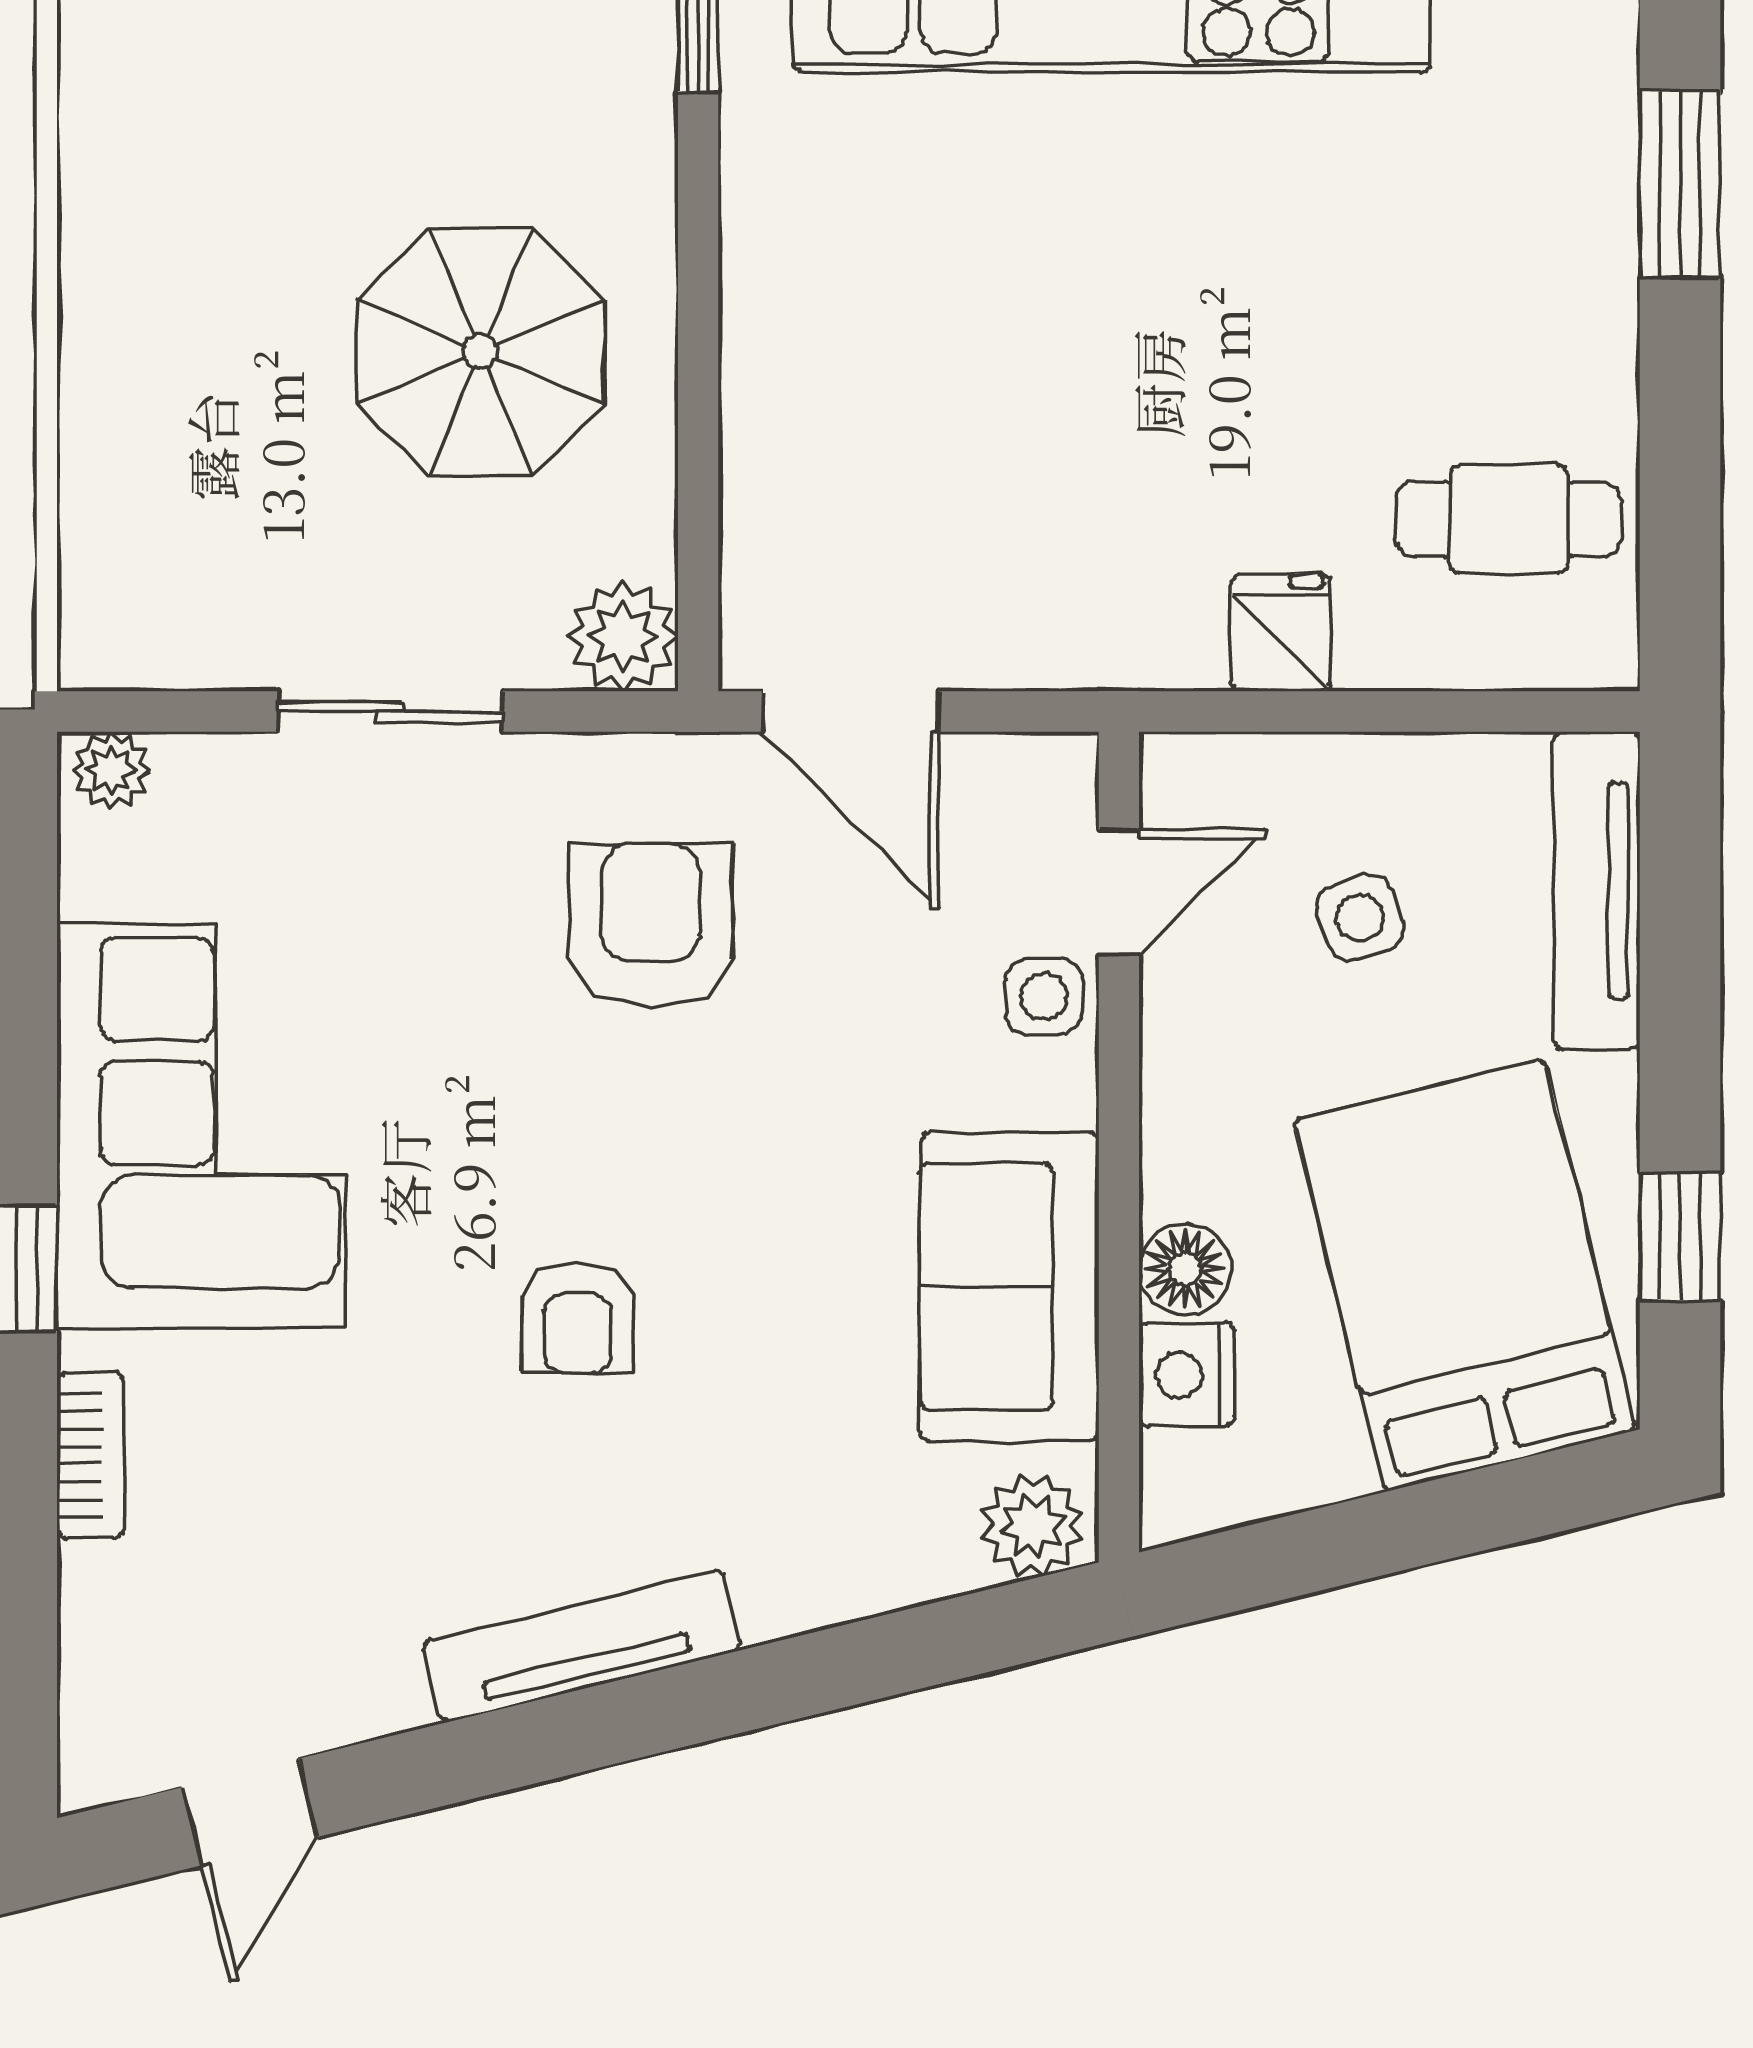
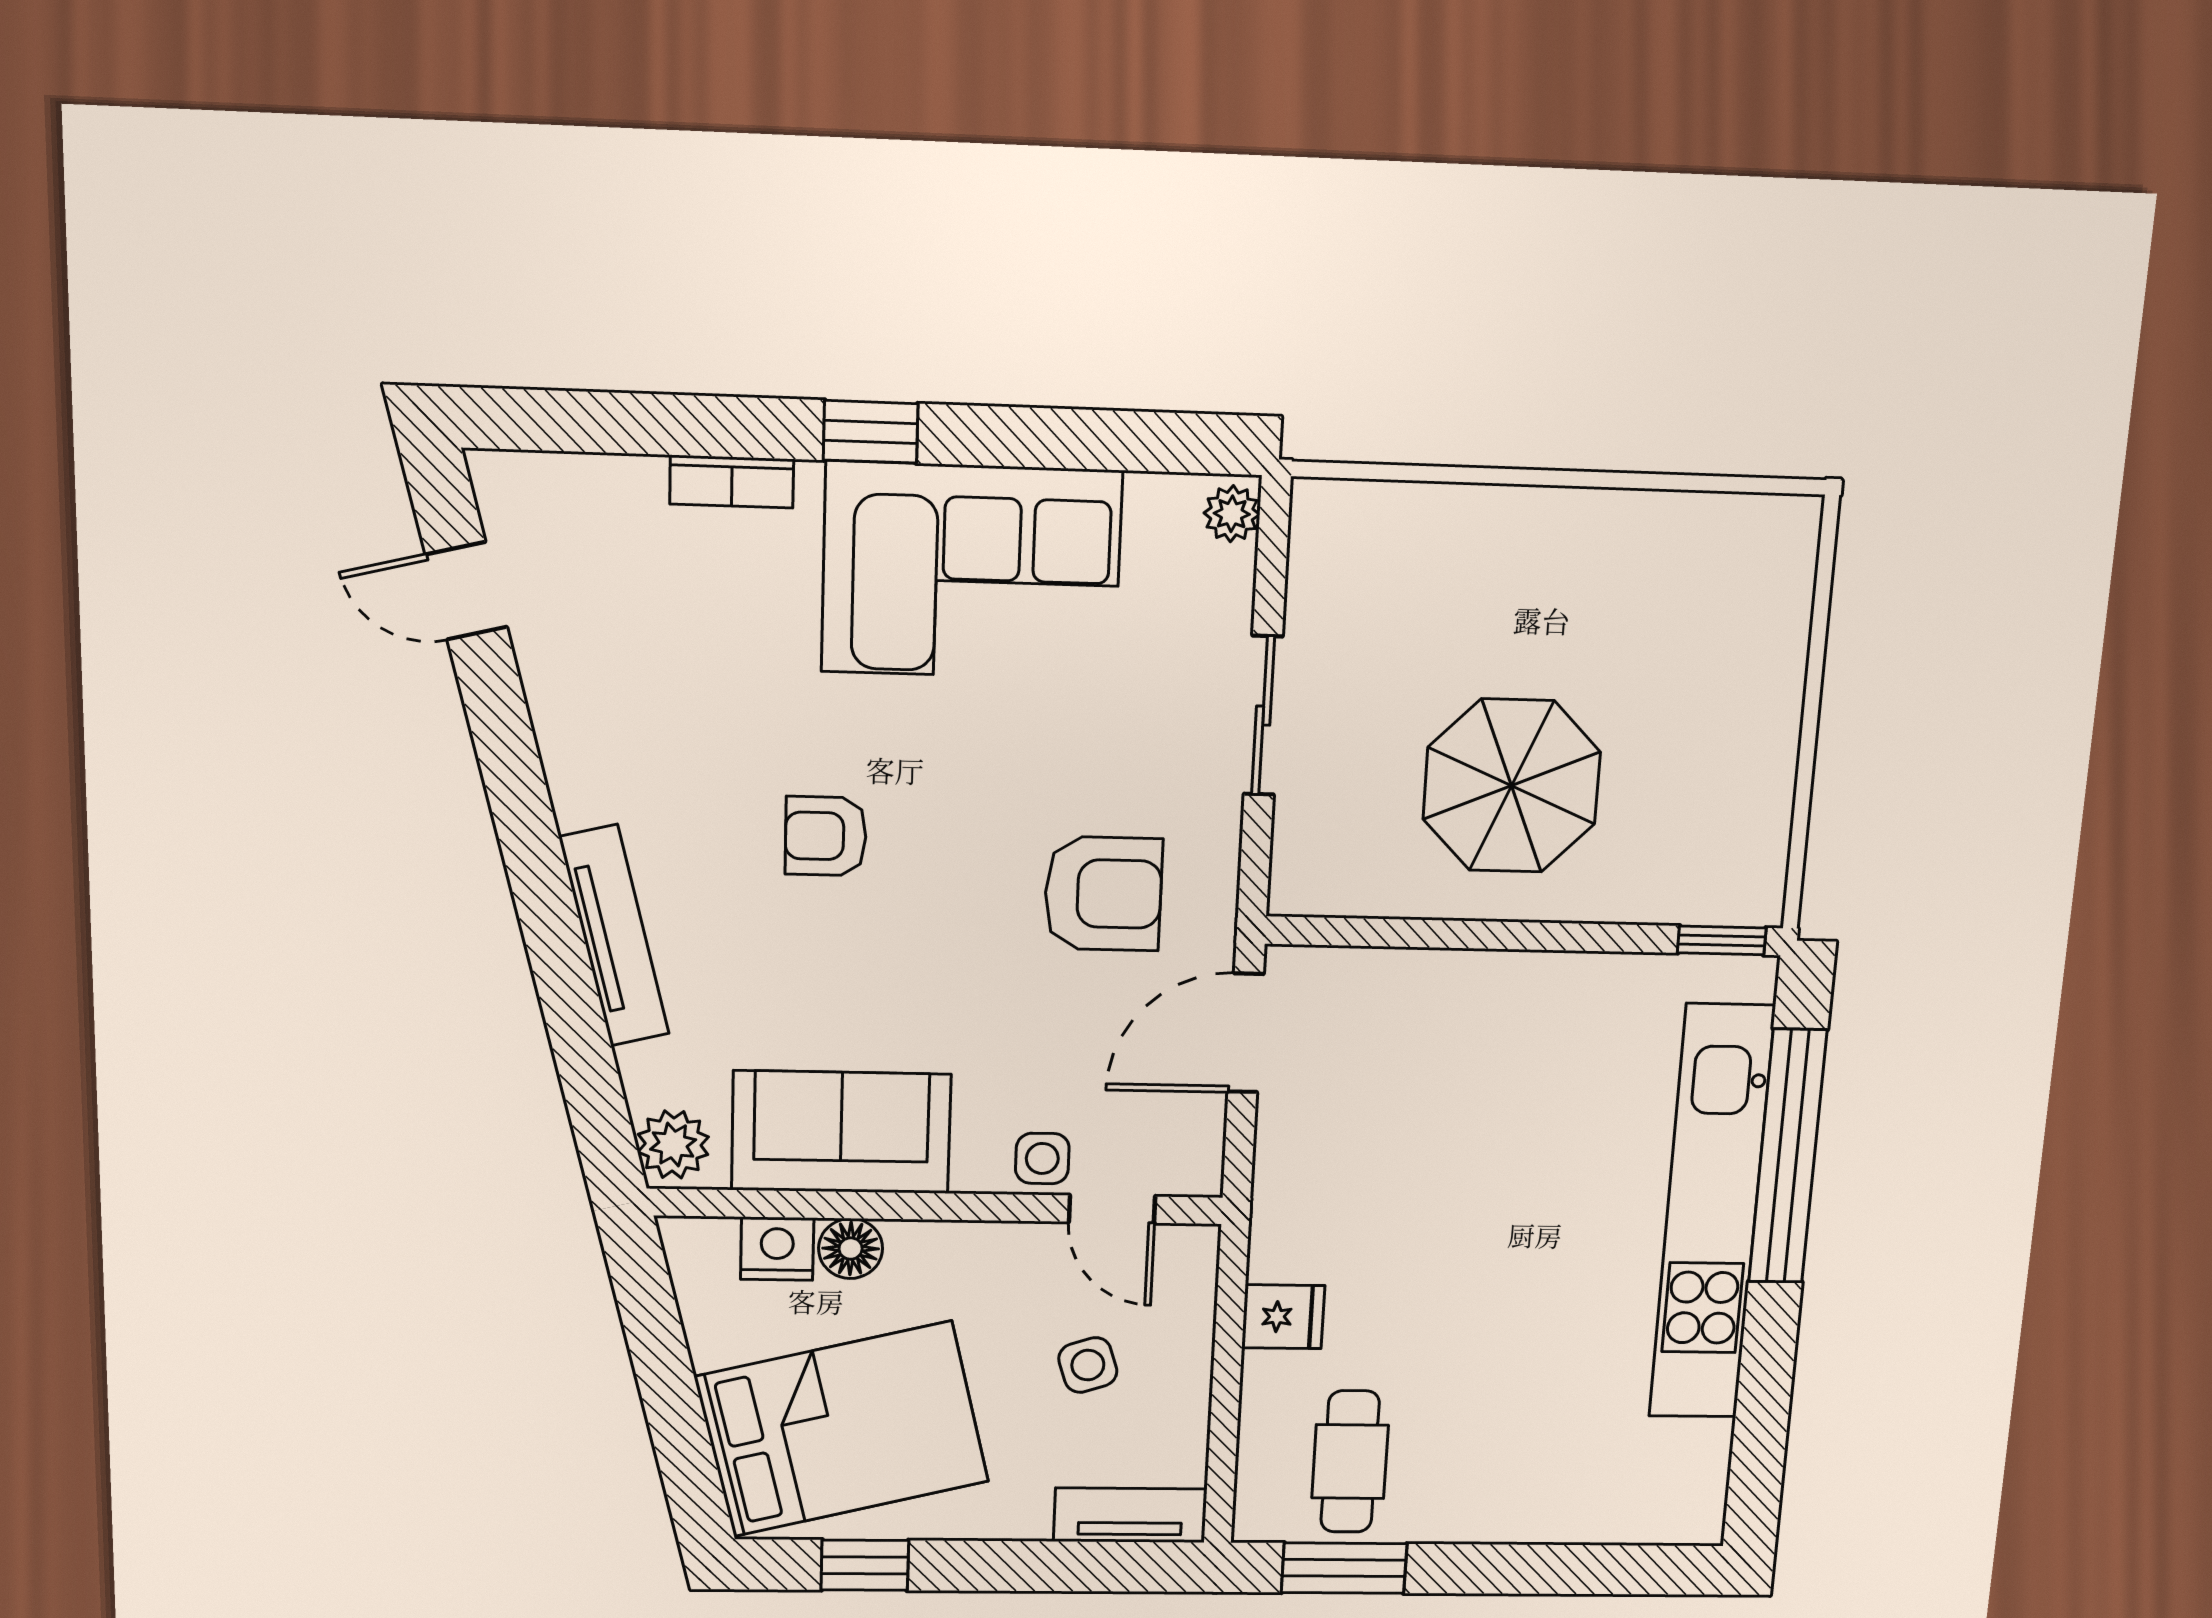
window: (1680, 184) -> (1344, 1568), moved
plant: (623, 636) -> (1307, 879), removed
tv unit: (1597, 891) -> (1130, 1515), width x0.71
tv unit: (582, 1646) -> (614, 936), moved

